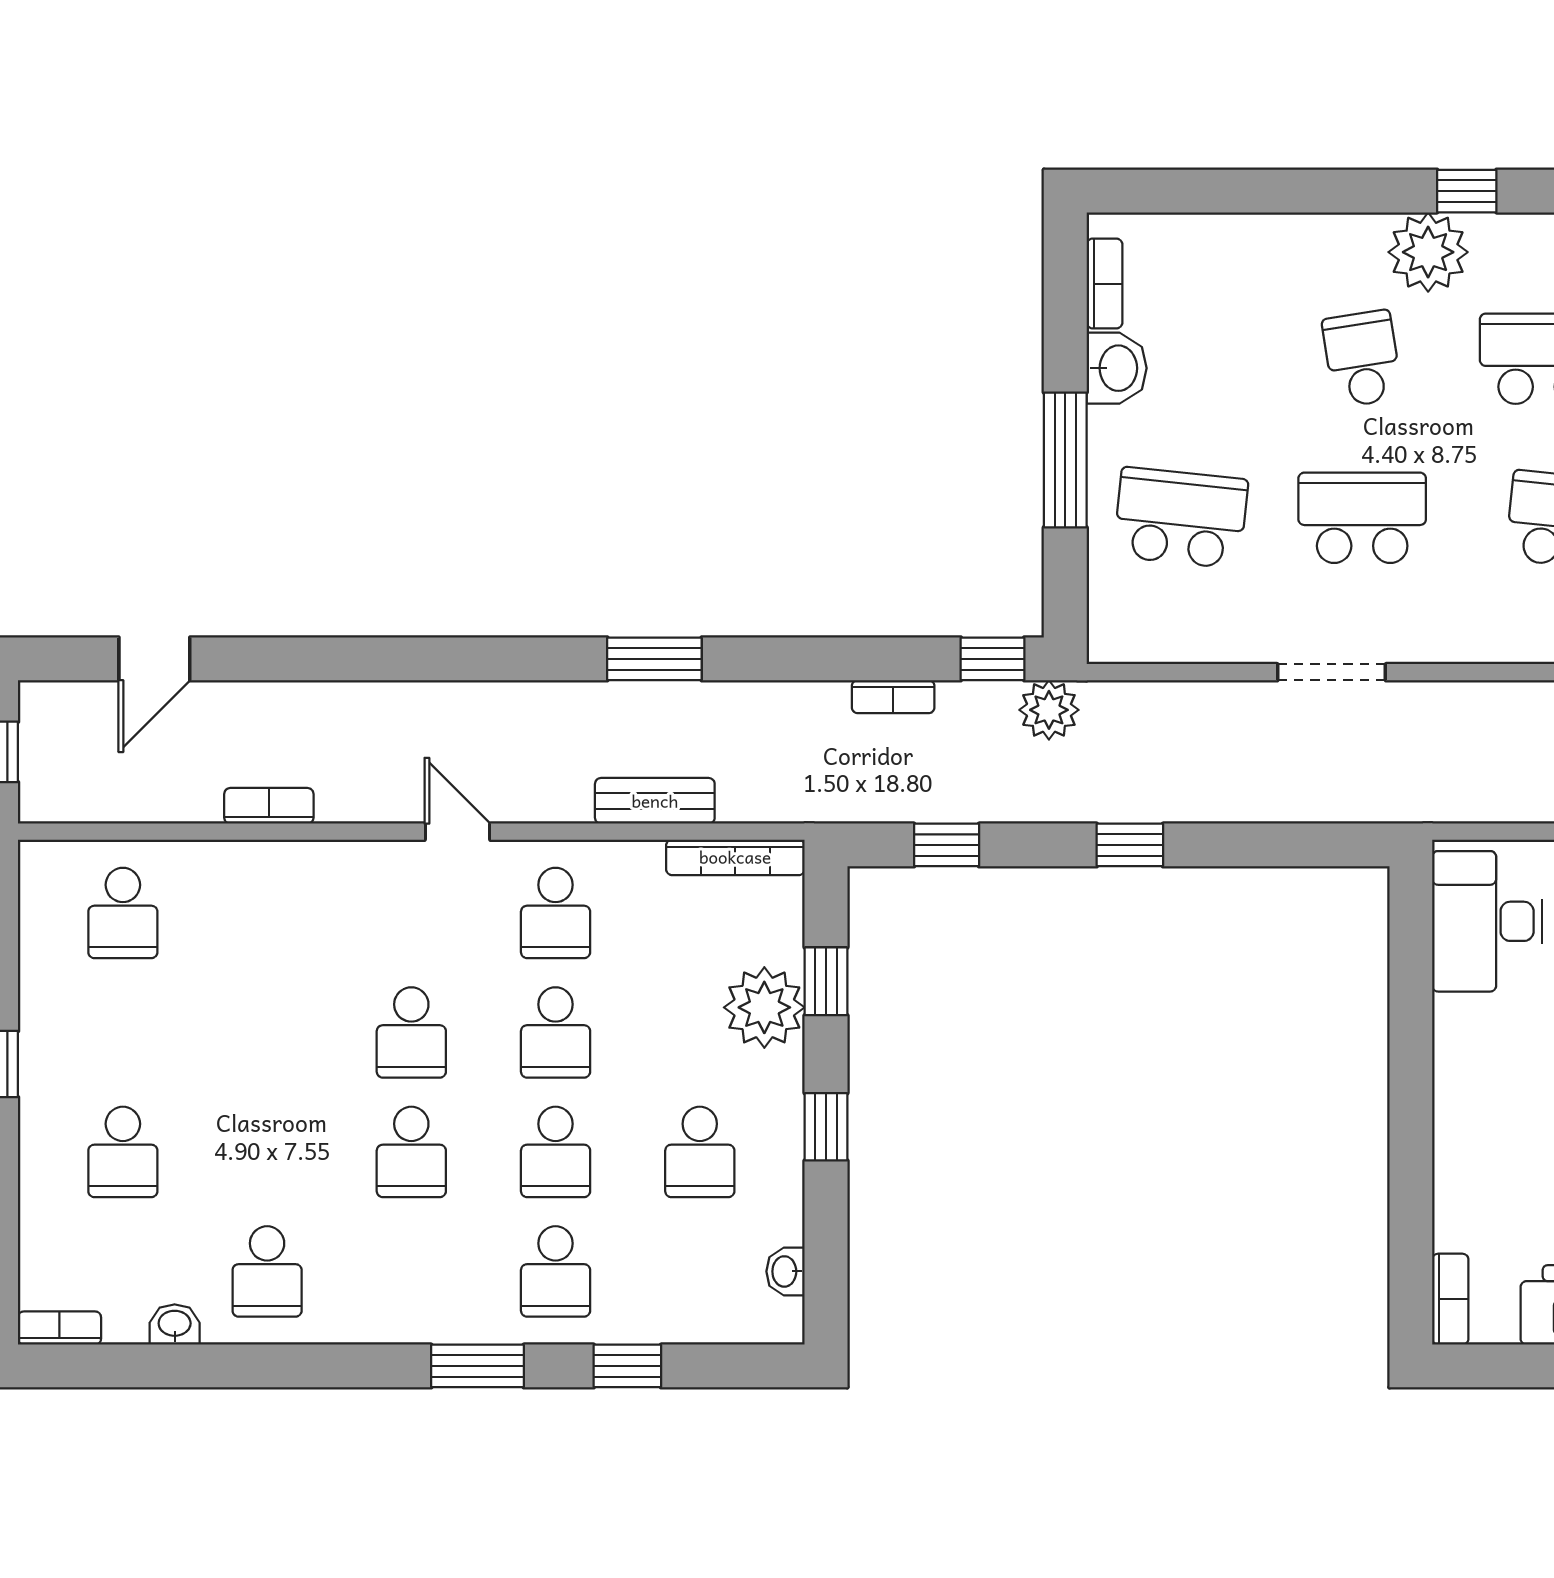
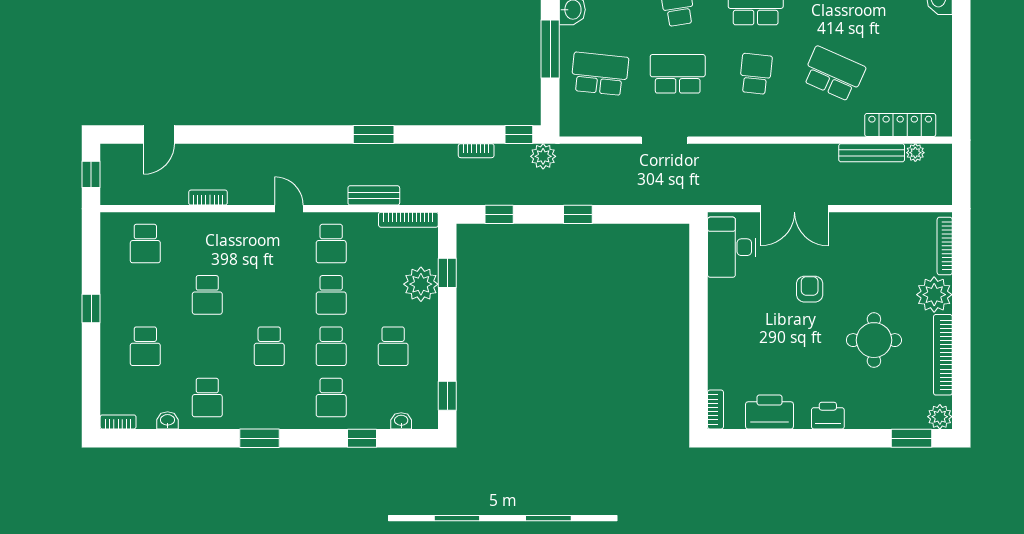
school desk: (411, 1032) -> (207, 295), moved
window: (826, 1127) -> (447, 396), moved
washbasin: (785, 1271) -> (401, 421), moved, turned 90
window: (478, 1366) -> (259, 438), moved

